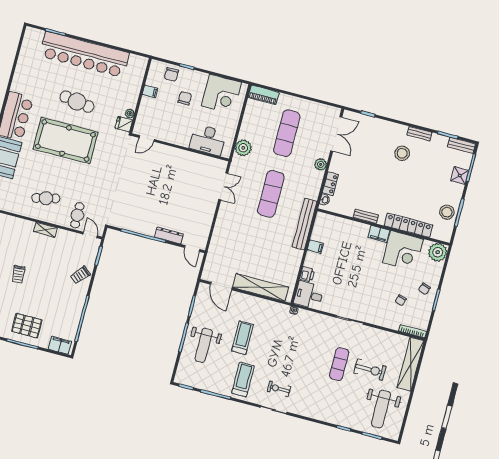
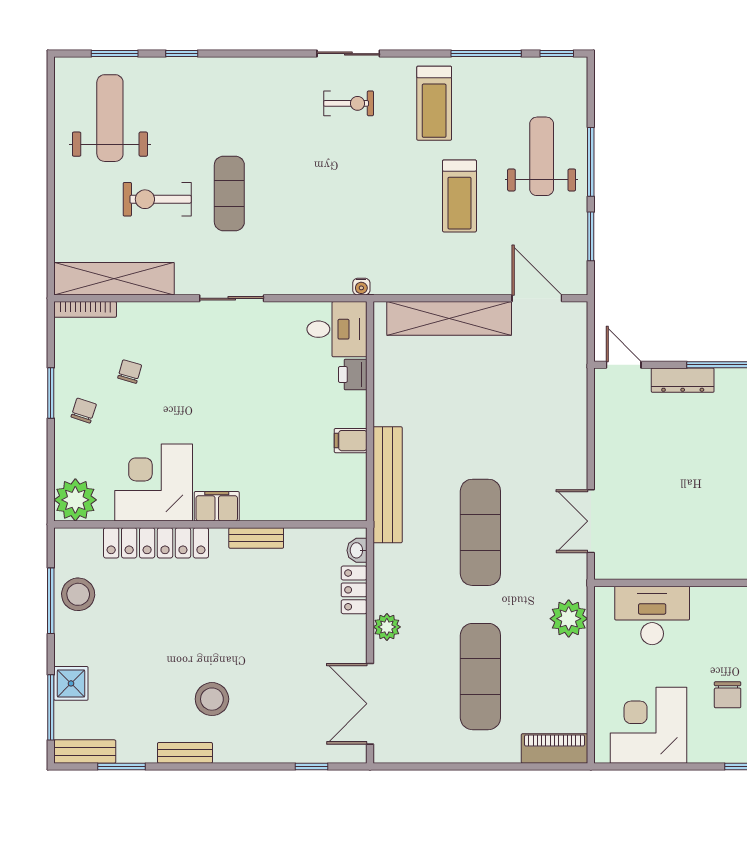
shelving: (411, 364) -> (114, 279), moved, turned 90

